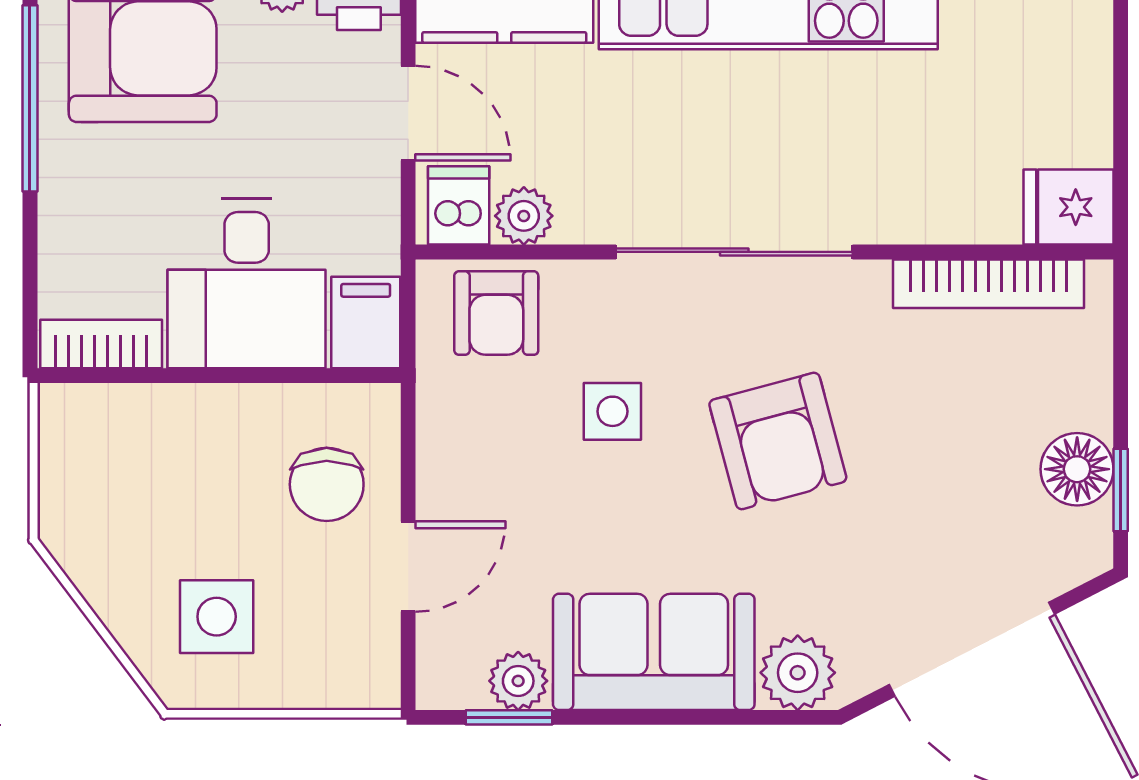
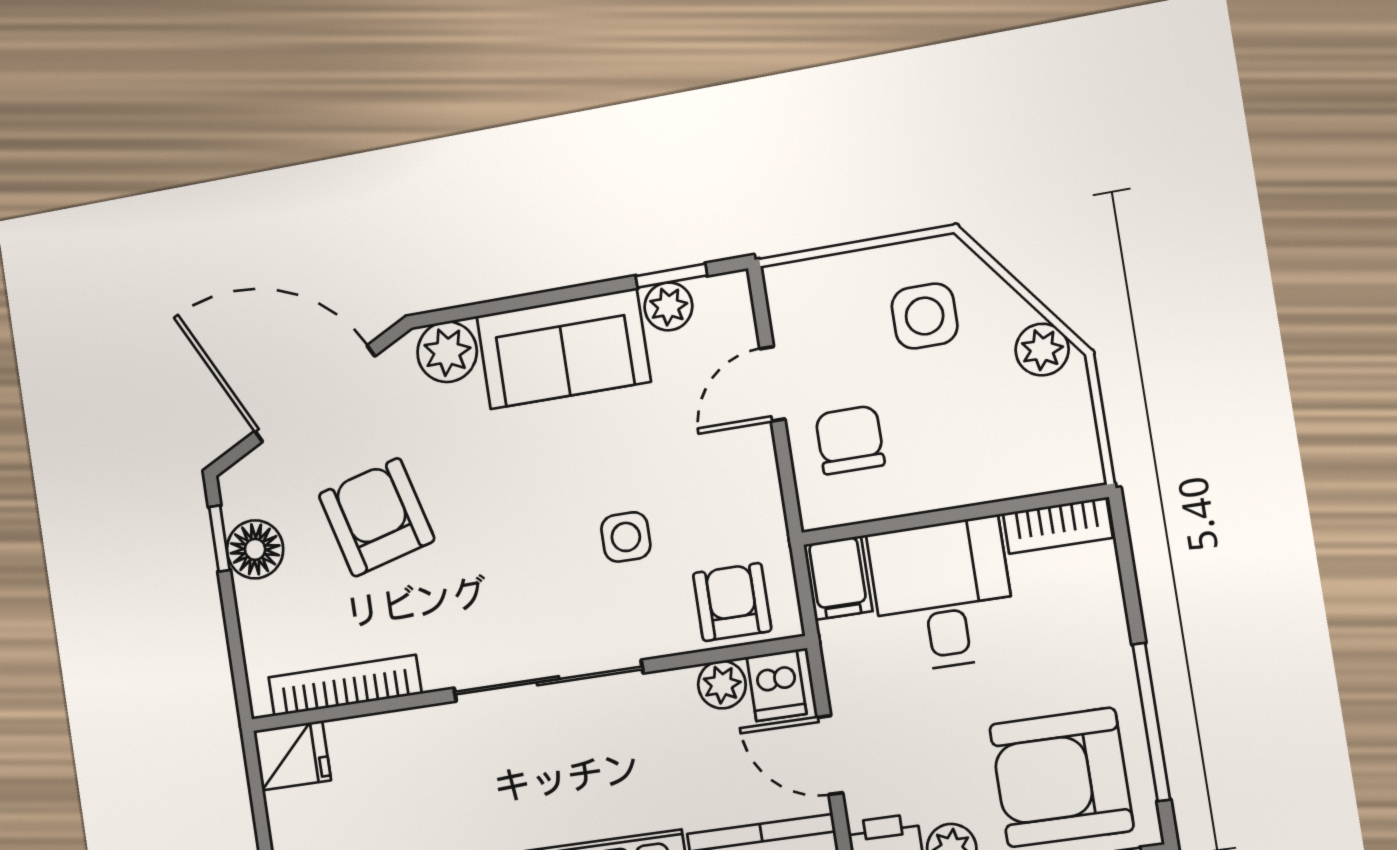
armchair: (778, 441) -> (377, 517), moved
plant: (87, 554) -> (1042, 350), added

